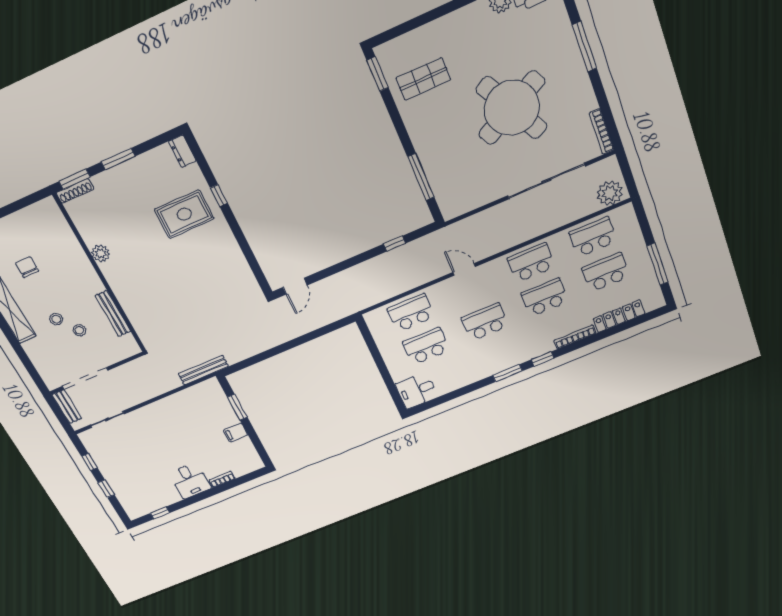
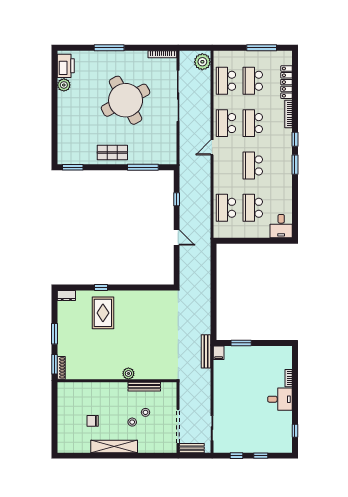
shop shelf: (423, 79) -> (112, 152), moved, turned 90
plant: (101, 253) -> (128, 373), moved
door: (464, 269) -> (212, 147), moved
door: (295, 286) -> (177, 238), moved
filing cabinet: (236, 433) -> (219, 353), moved

